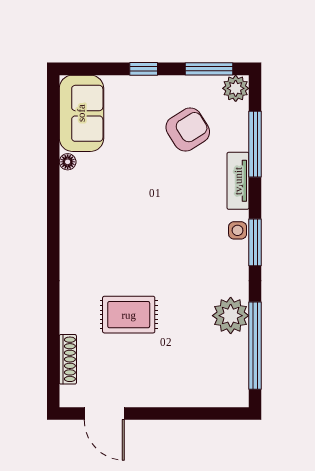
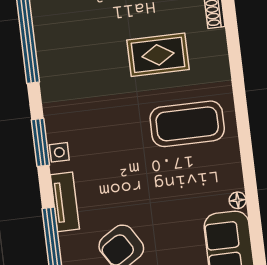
coffee table: (108, 243) -> (187, 124), added
plant: (231, 316) -> (56, 66), removed

